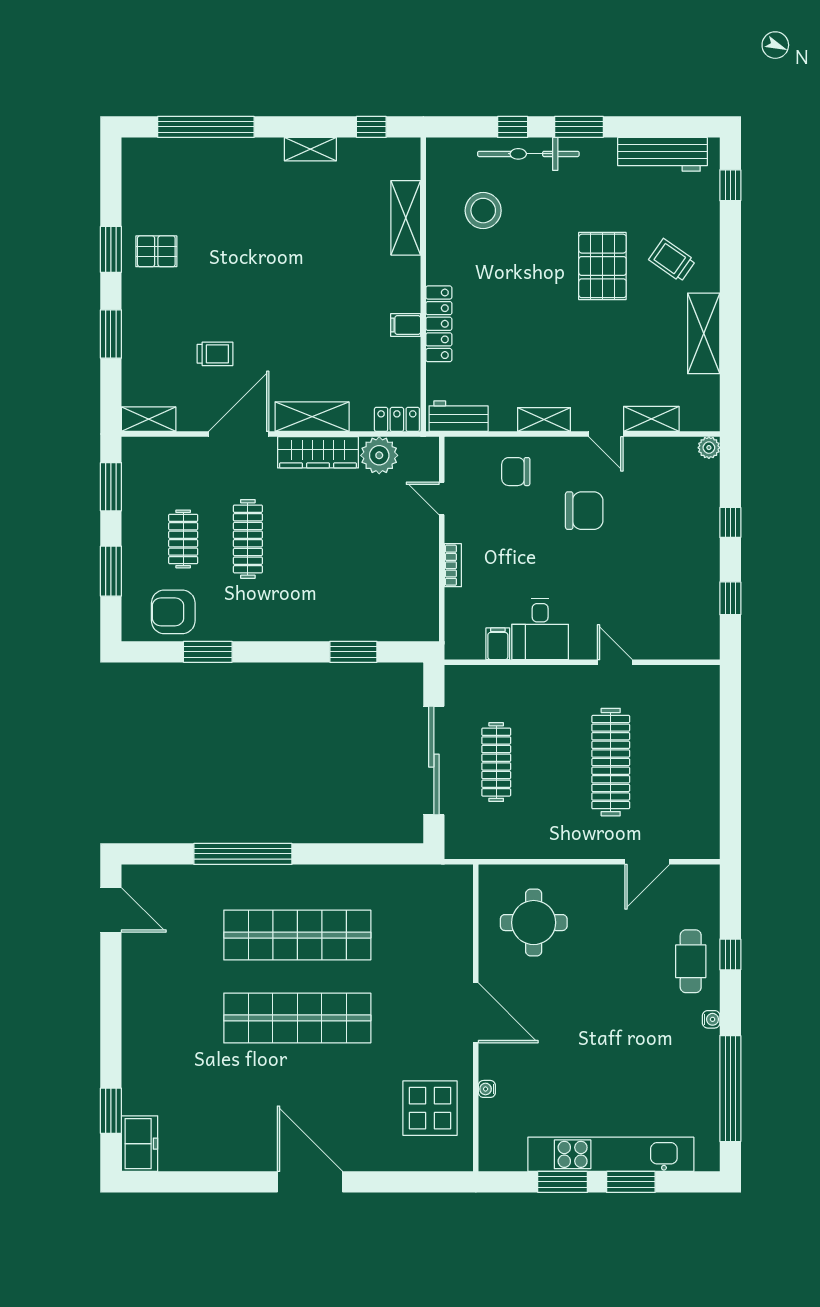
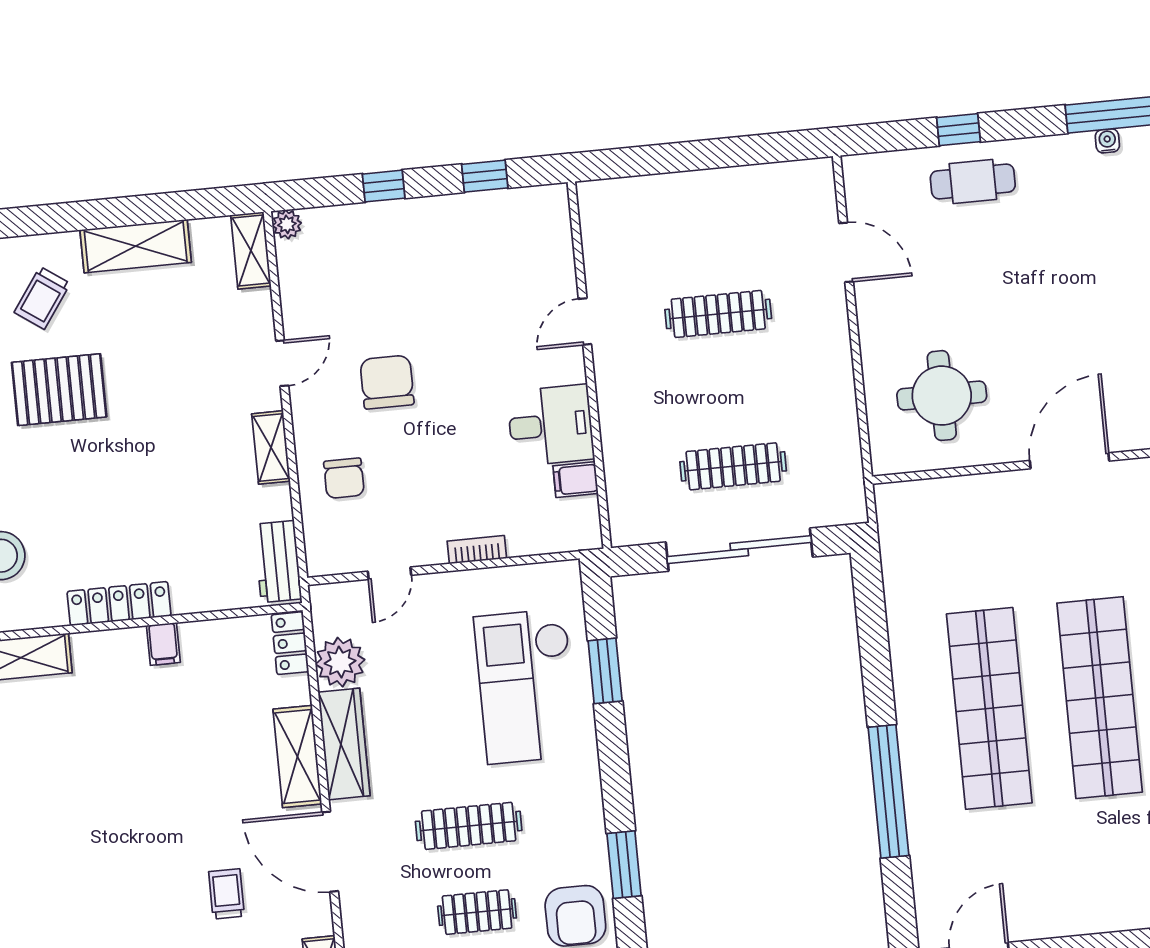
locker: (439, 324) -> (119, 604), moved
shelving: (651, 419) -> (251, 250), moved
checkout: (348, 592) -> (526, 686), added
clothes rail: (611, 762) -> (718, 314), width x0.73, depth x0.76
water cooler: (711, 1019) -> (1107, 141), moved

